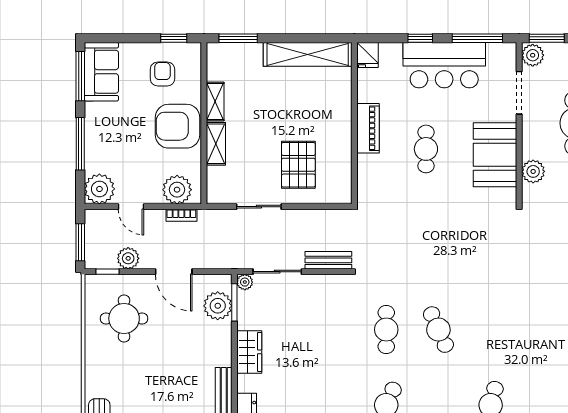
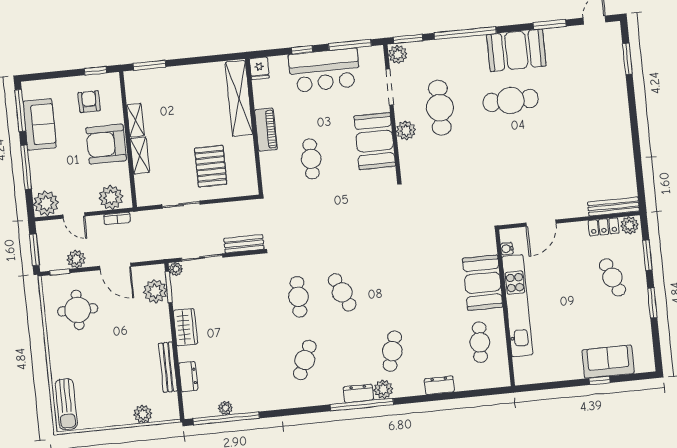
shelving: (308, 54) -> (239, 98), moved, turned 90
sofa: (101, 72) -> (40, 124), moved
cafe table: (426, 149) -> (311, 159), moved
plant: (533, 171) -> (406, 130), moved

